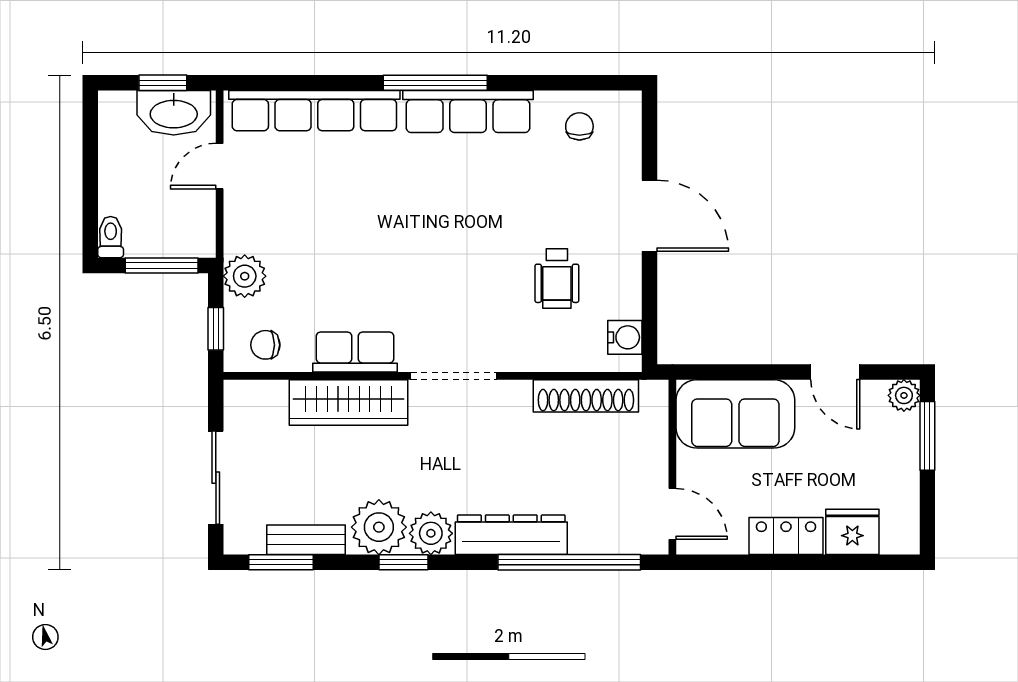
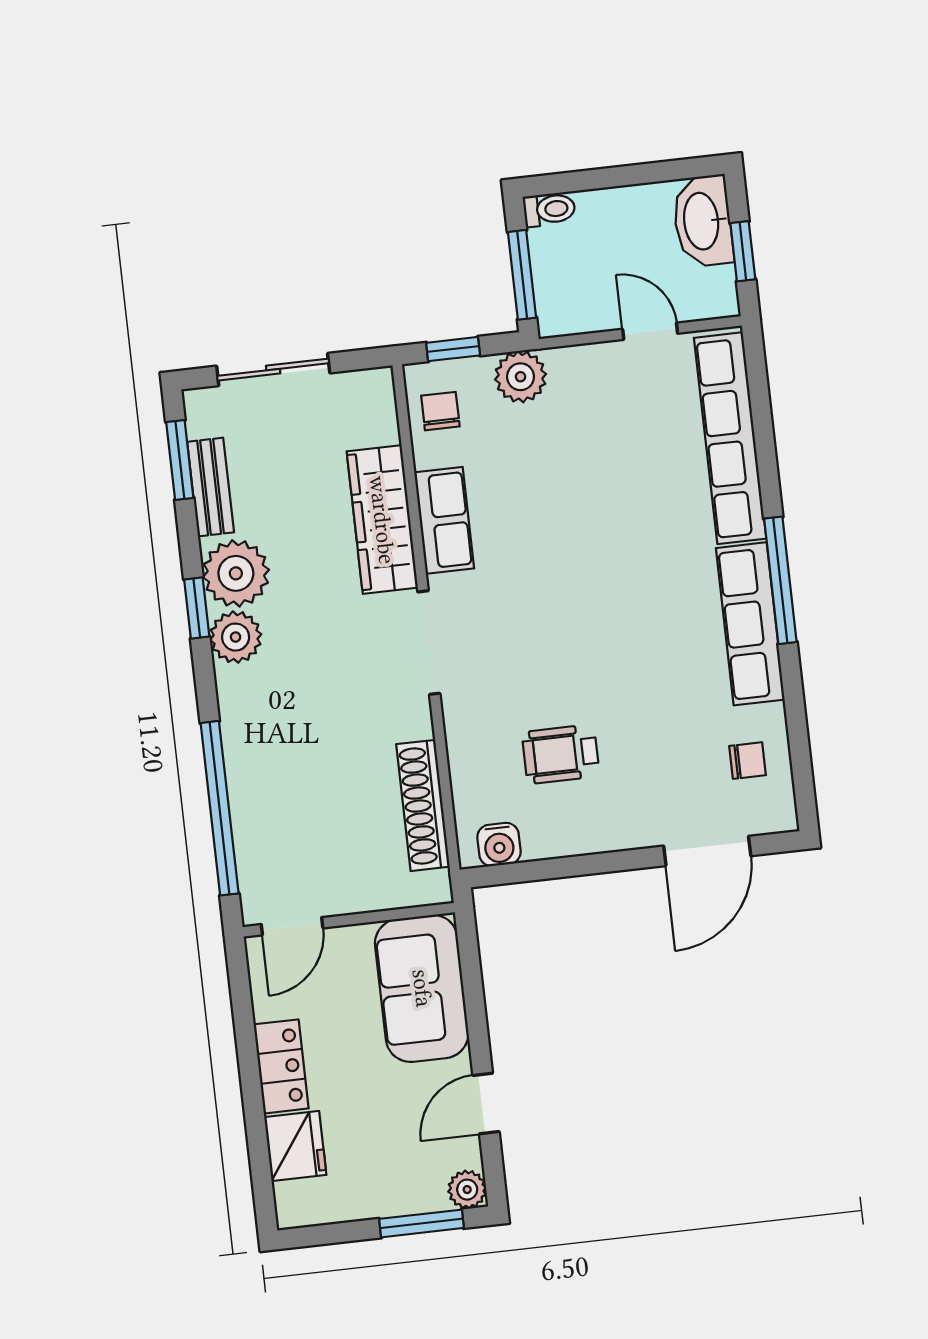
washbasin: (174, 113) -> (703, 221), moved
door: (650, 216) -> (707, 851), moved
dresser: (511, 535) -> (245, 734), removed

